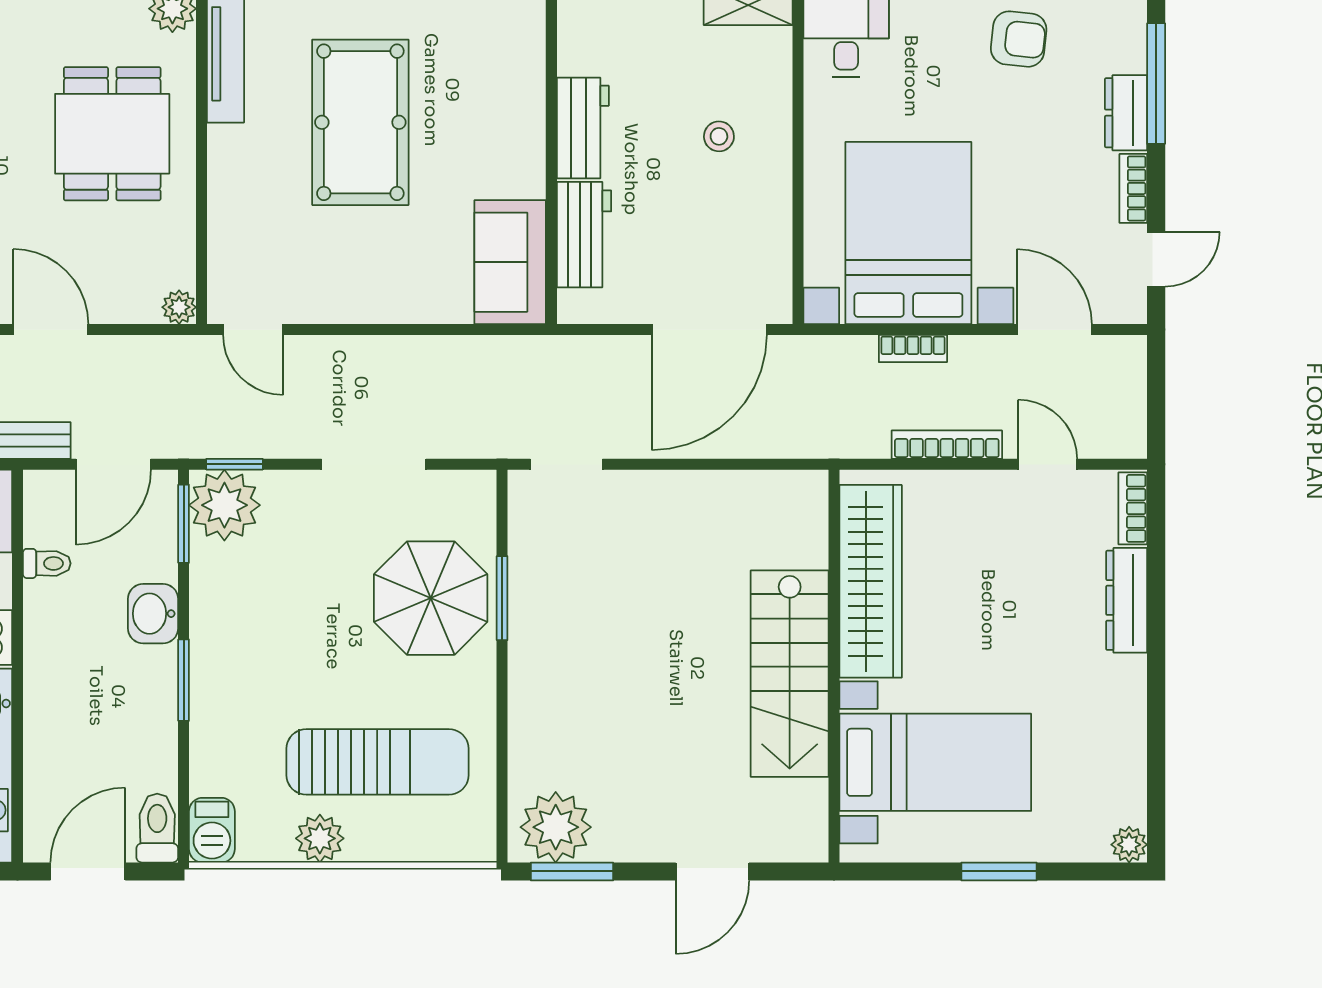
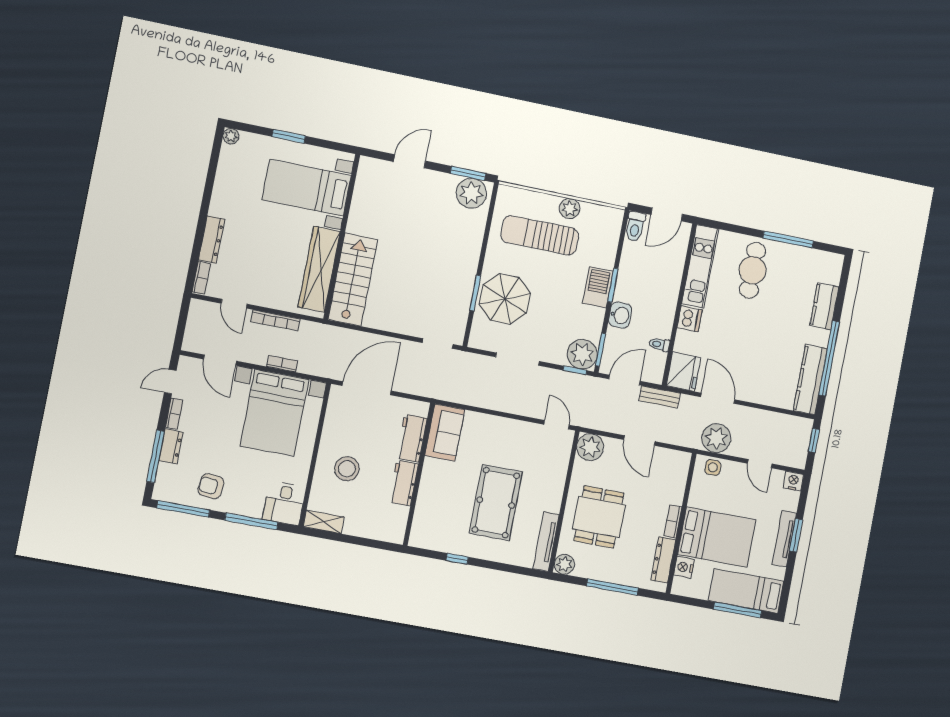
stool: (719, 136) -> (347, 469), width x1.89, depth x1.89
plant: (179, 307) -> (590, 447), width x1.87, depth x1.87
stairs: (790, 674) -> (353, 280), moved
barbecue: (212, 830) -> (598, 287), moved, width x1.38, depth x1.27

